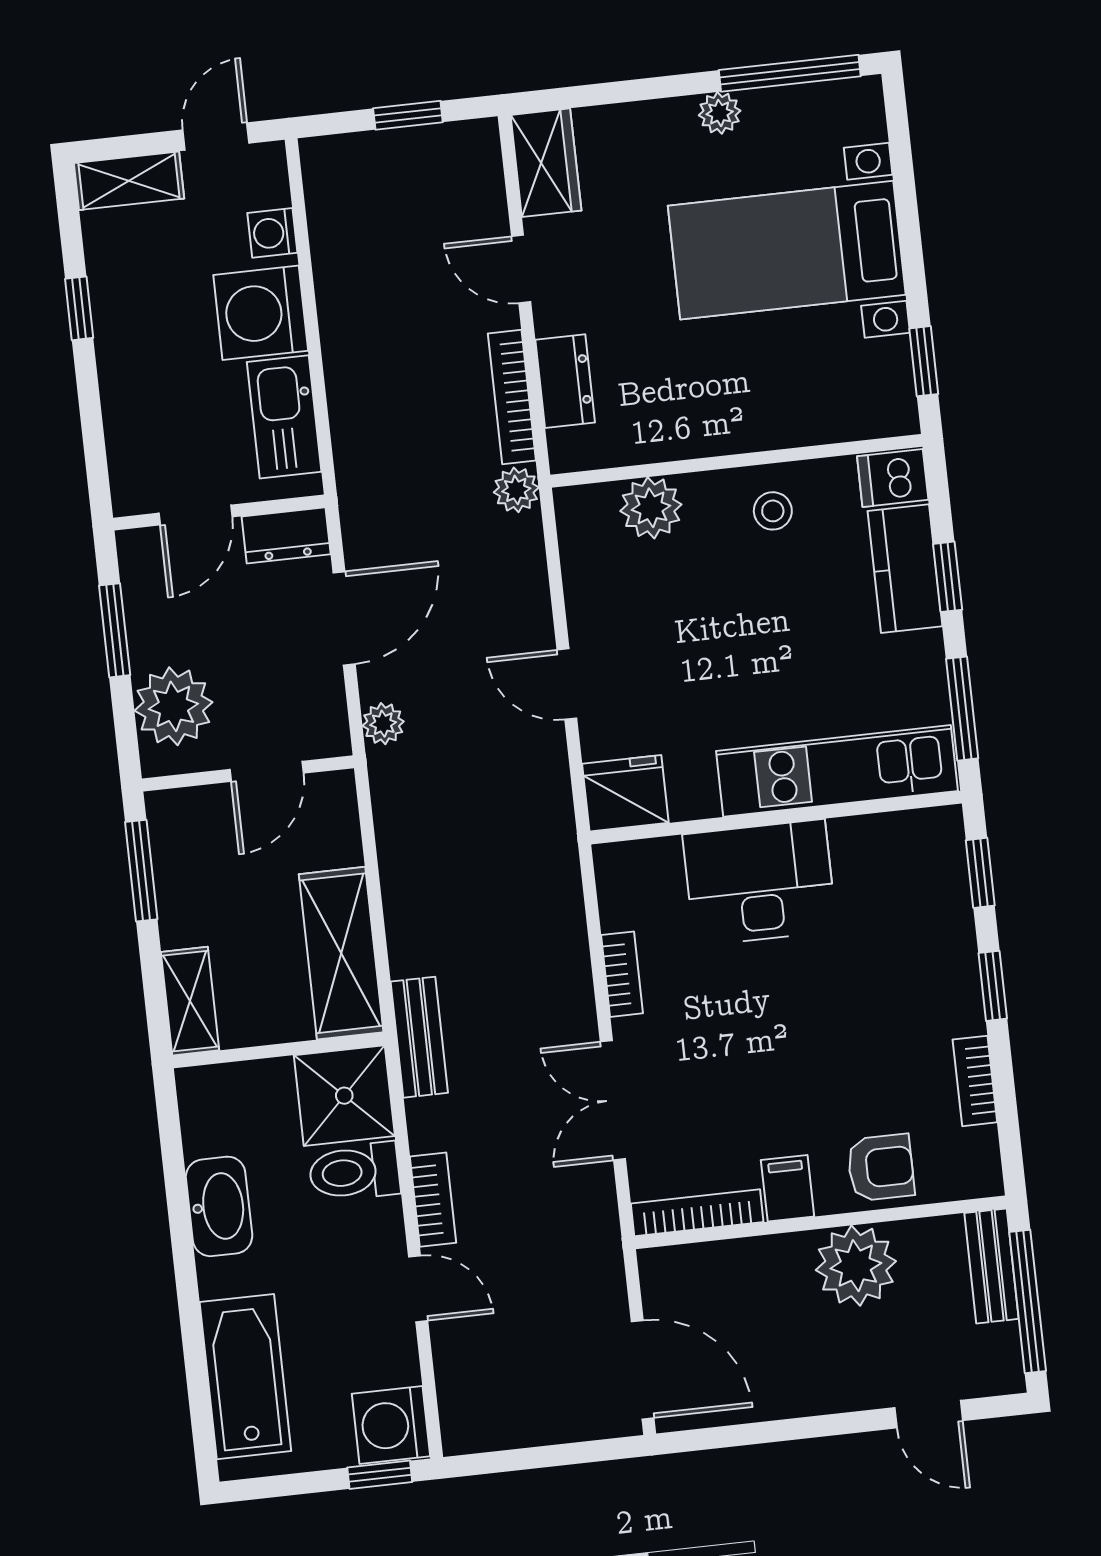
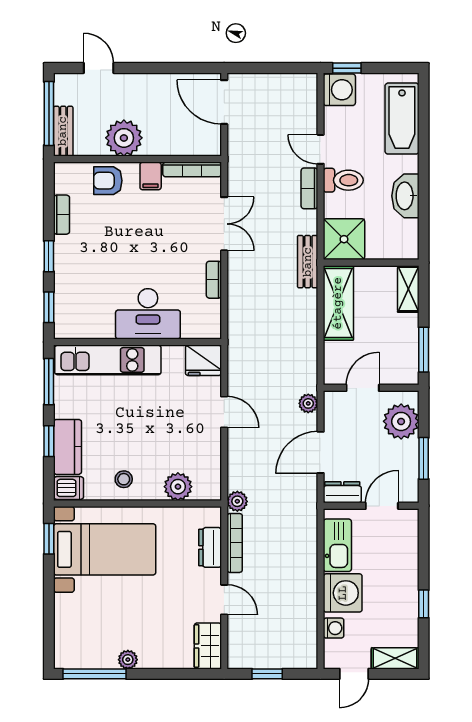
bed with nightstands: (787, 250) -> (105, 549), moved
toilet: (354, 1172) -> (343, 180), moved

